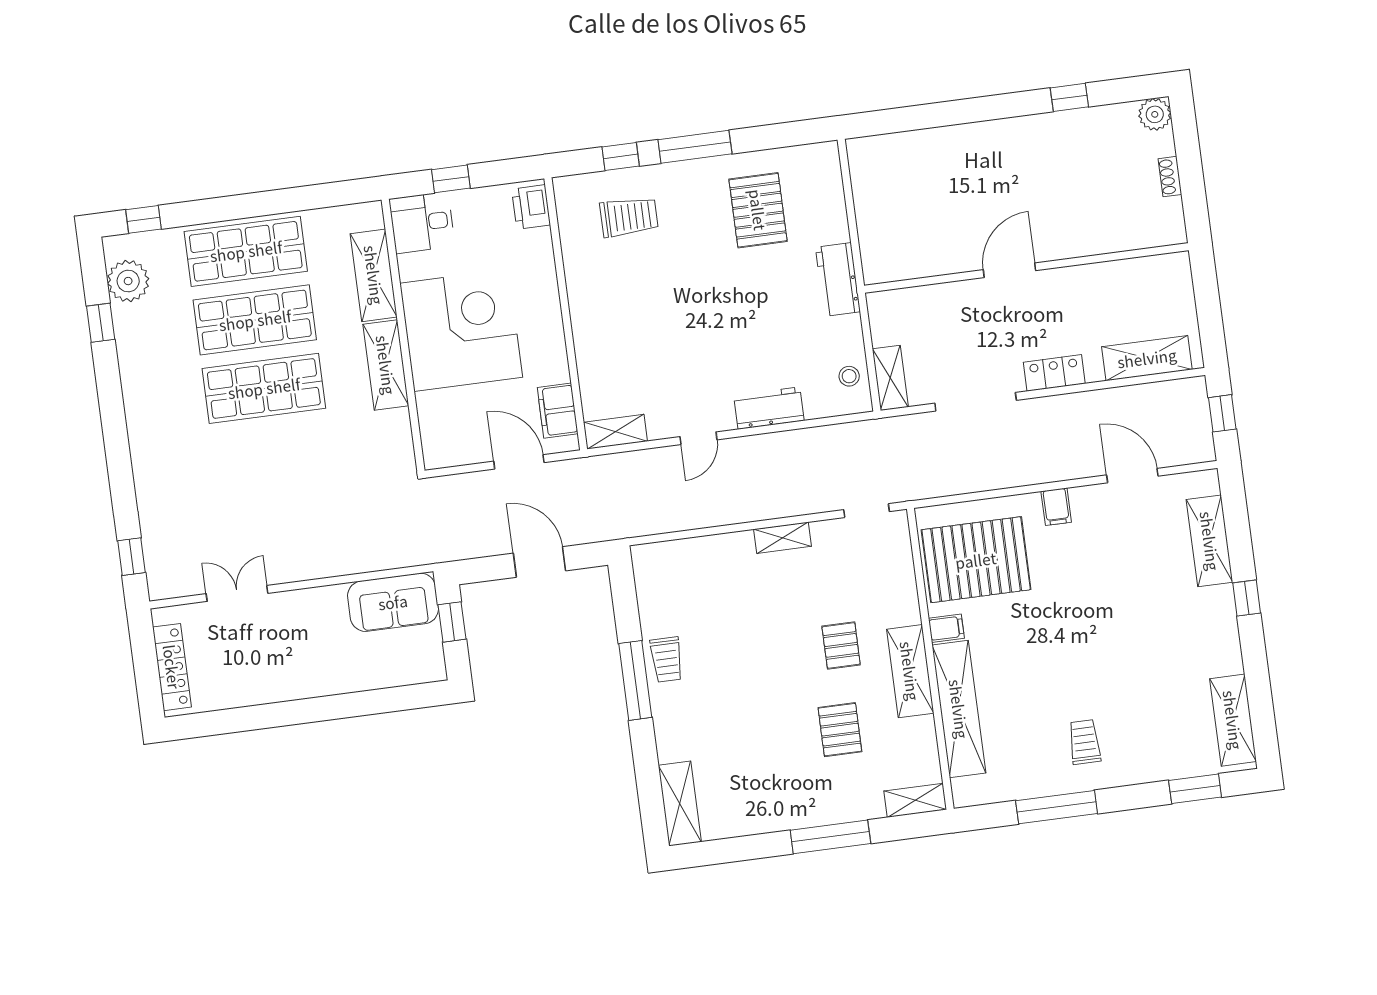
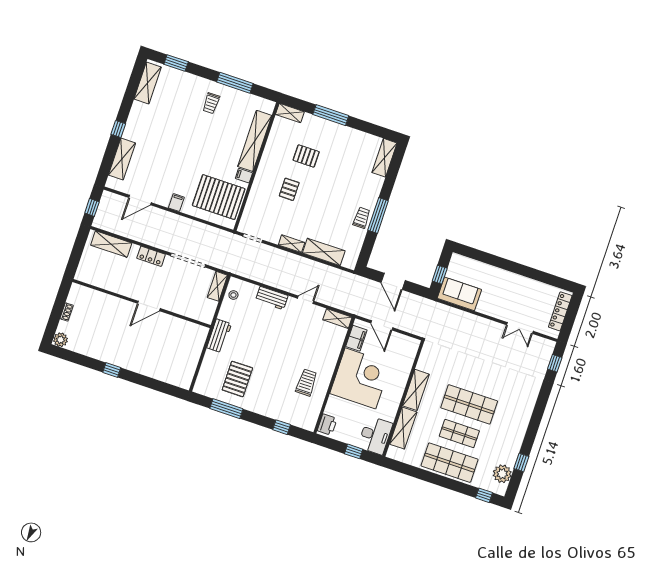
window: (1069, 97) -> (112, 370), moved
window: (695, 147) -> (226, 409), moved
trolley: (629, 217) -> (306, 382), moved, turned 90
desk: (422, 223) -> (375, 435), width x1.37
shop shelf: (255, 320) -> (459, 434), width x0.70, depth x0.74
corner desk: (461, 330) -> (360, 378), moved, turned 180
door: (1132, 476) -> (140, 200), hinge flipped
shelving: (910, 671) -> (324, 252), moved, turned 90
pallet: (840, 730) -> (306, 156), turned 90

